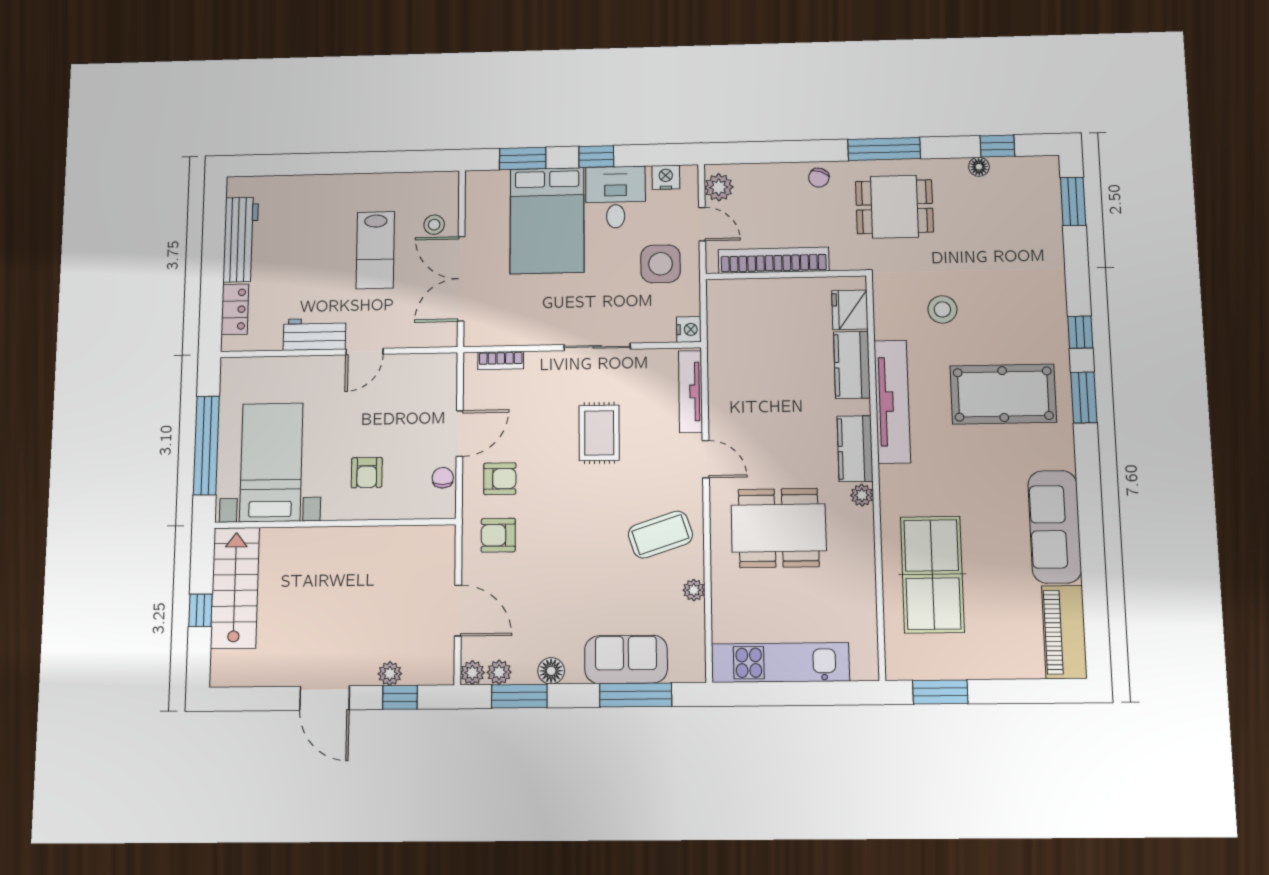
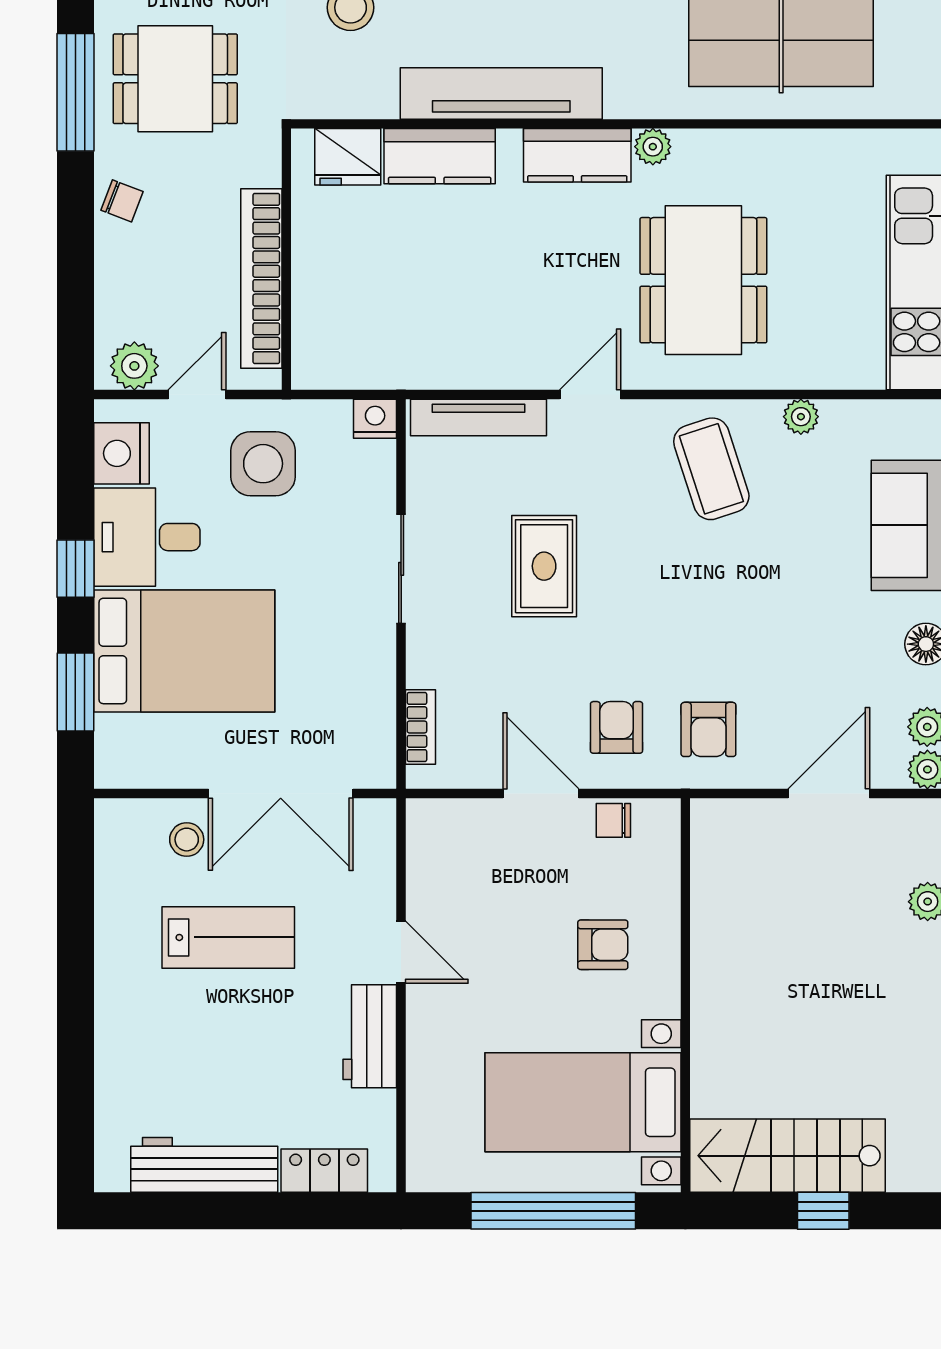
nightstand: (666, 177) -> (121, 453), width x1.36, depth x1.33
dining table: (894, 207) -> (175, 79), turned 90
rug: (599, 433) -> (544, 566), turned 90

